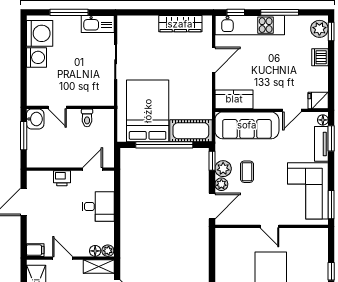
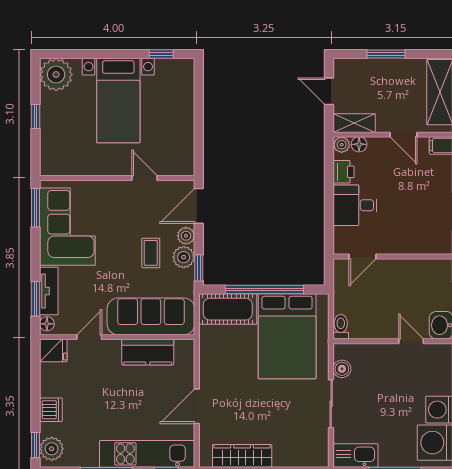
boiler: (108, 87) -> (342, 369), added
kitchen counter: (234, 99) -> (148, 352), moved
toilet: (87, 118) -> (341, 327), moved
printer: (62, 178) -> (344, 172), moved, turned 90
door: (270, 226) -> (144, 178), moved

